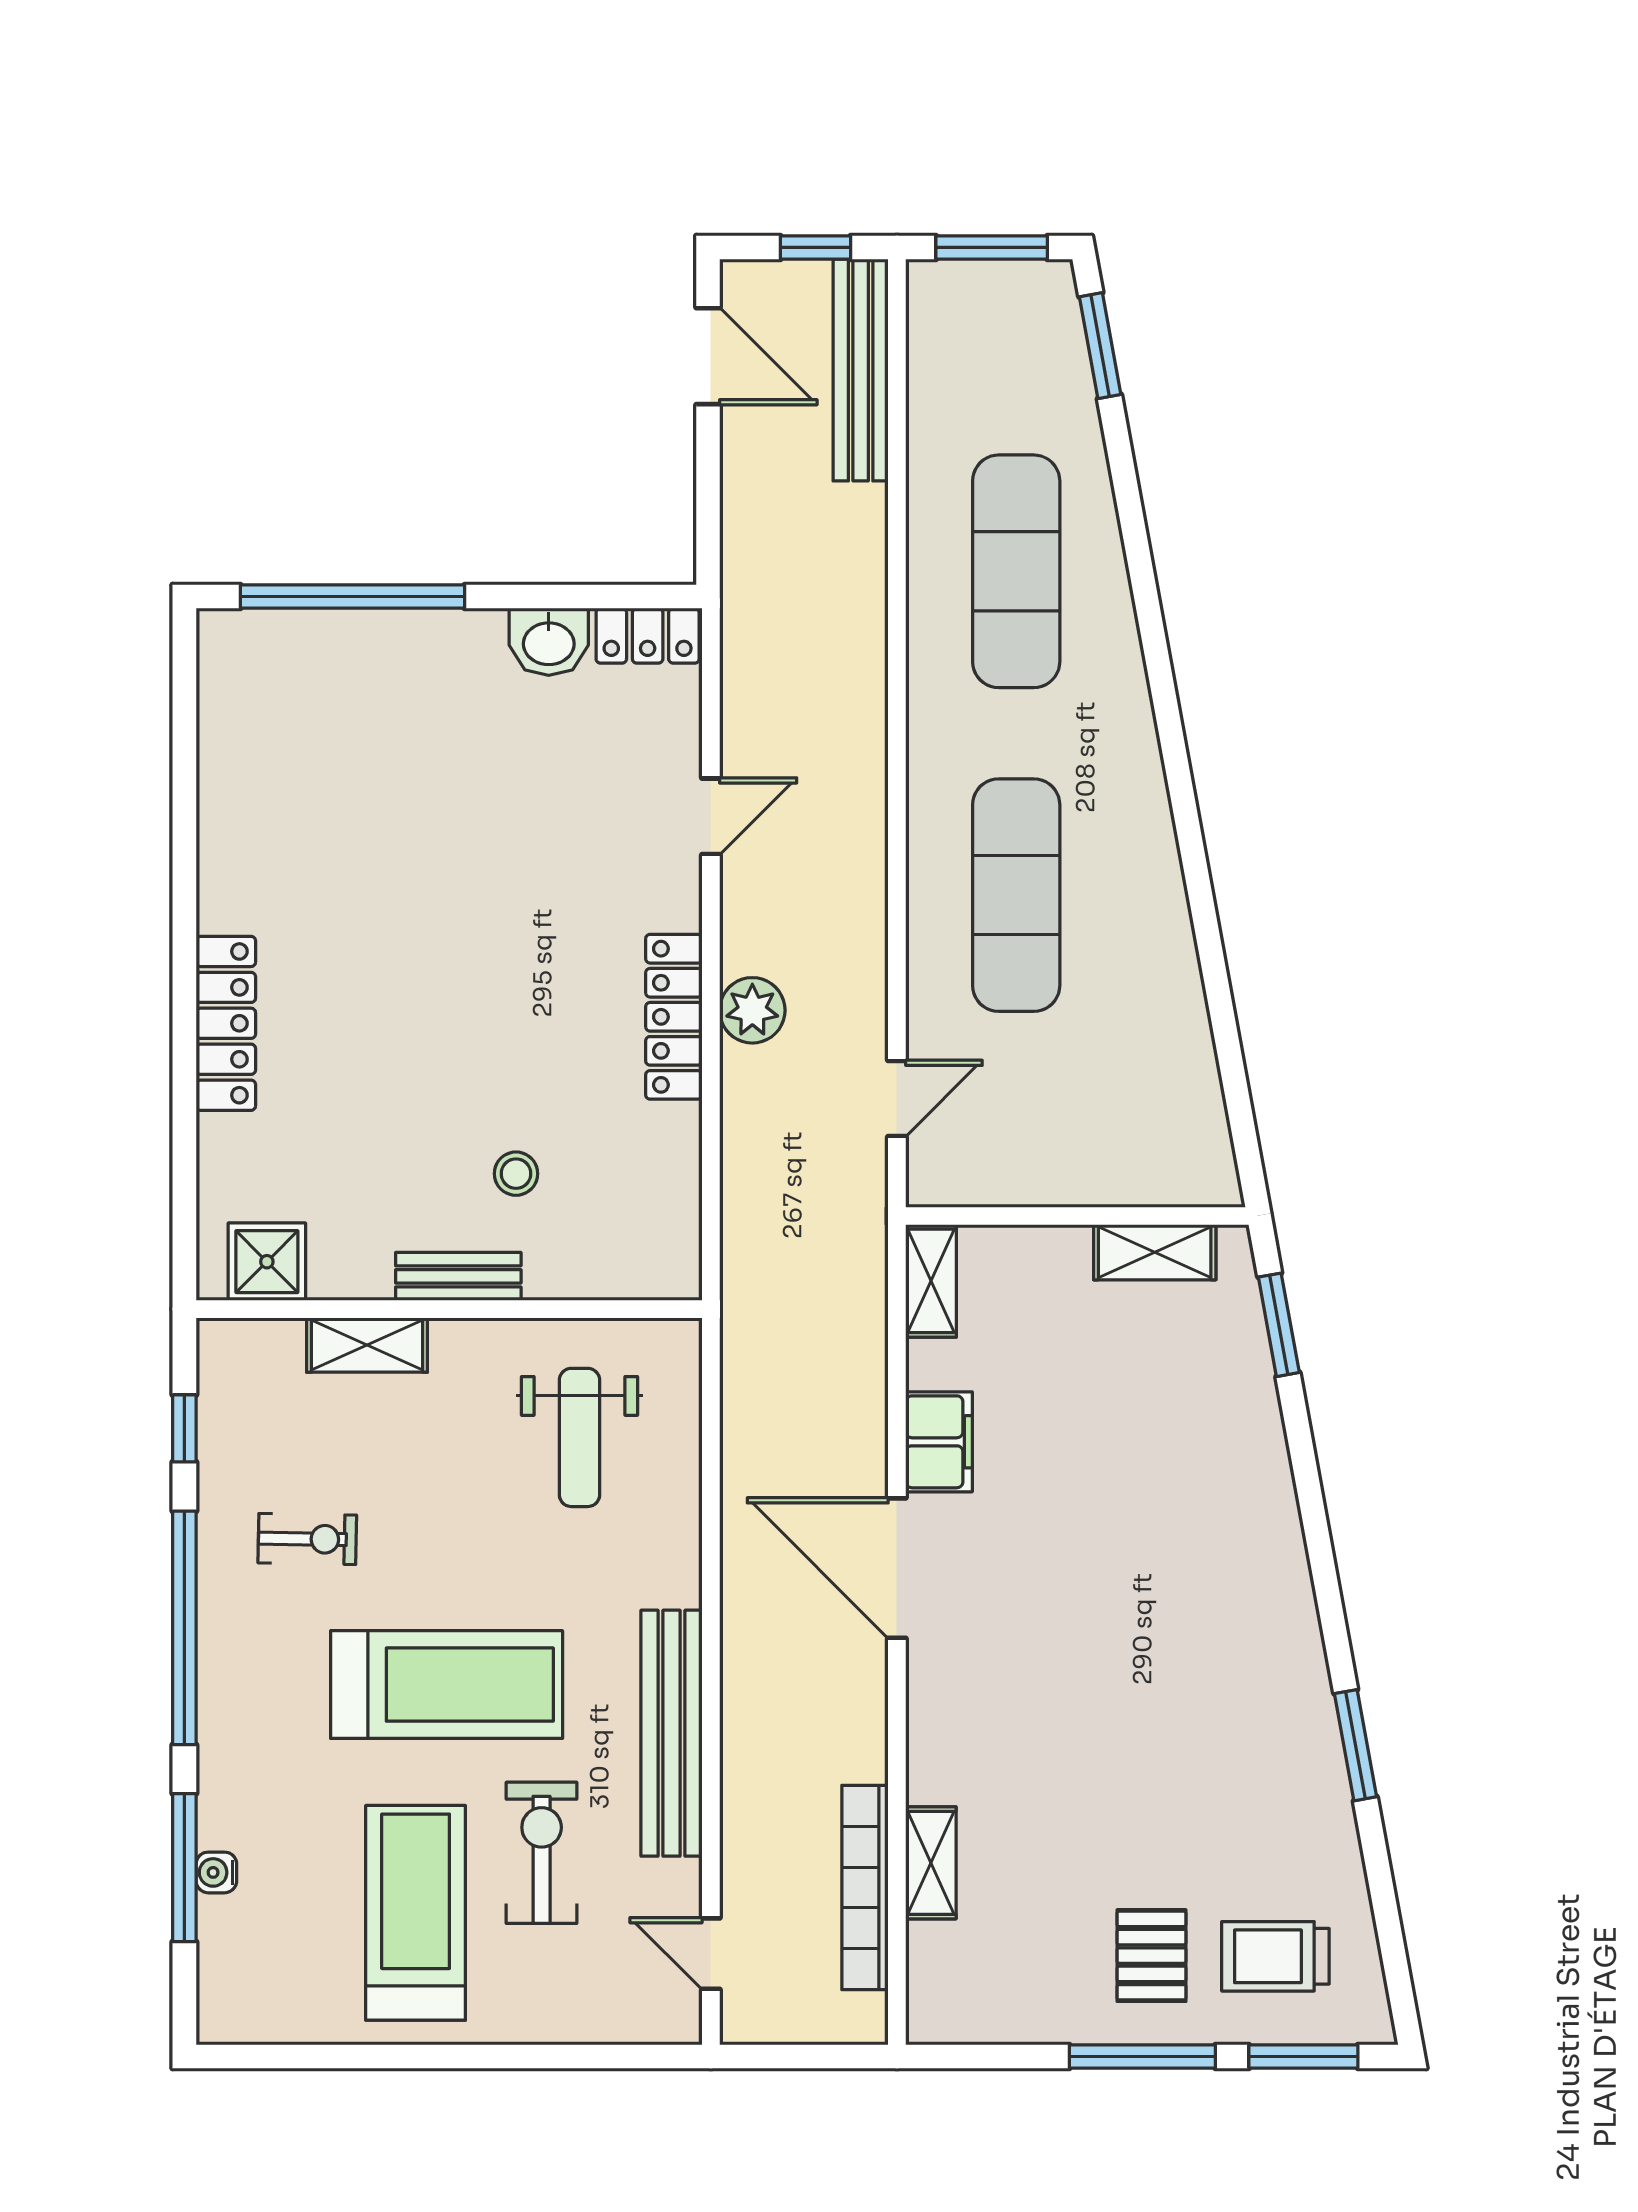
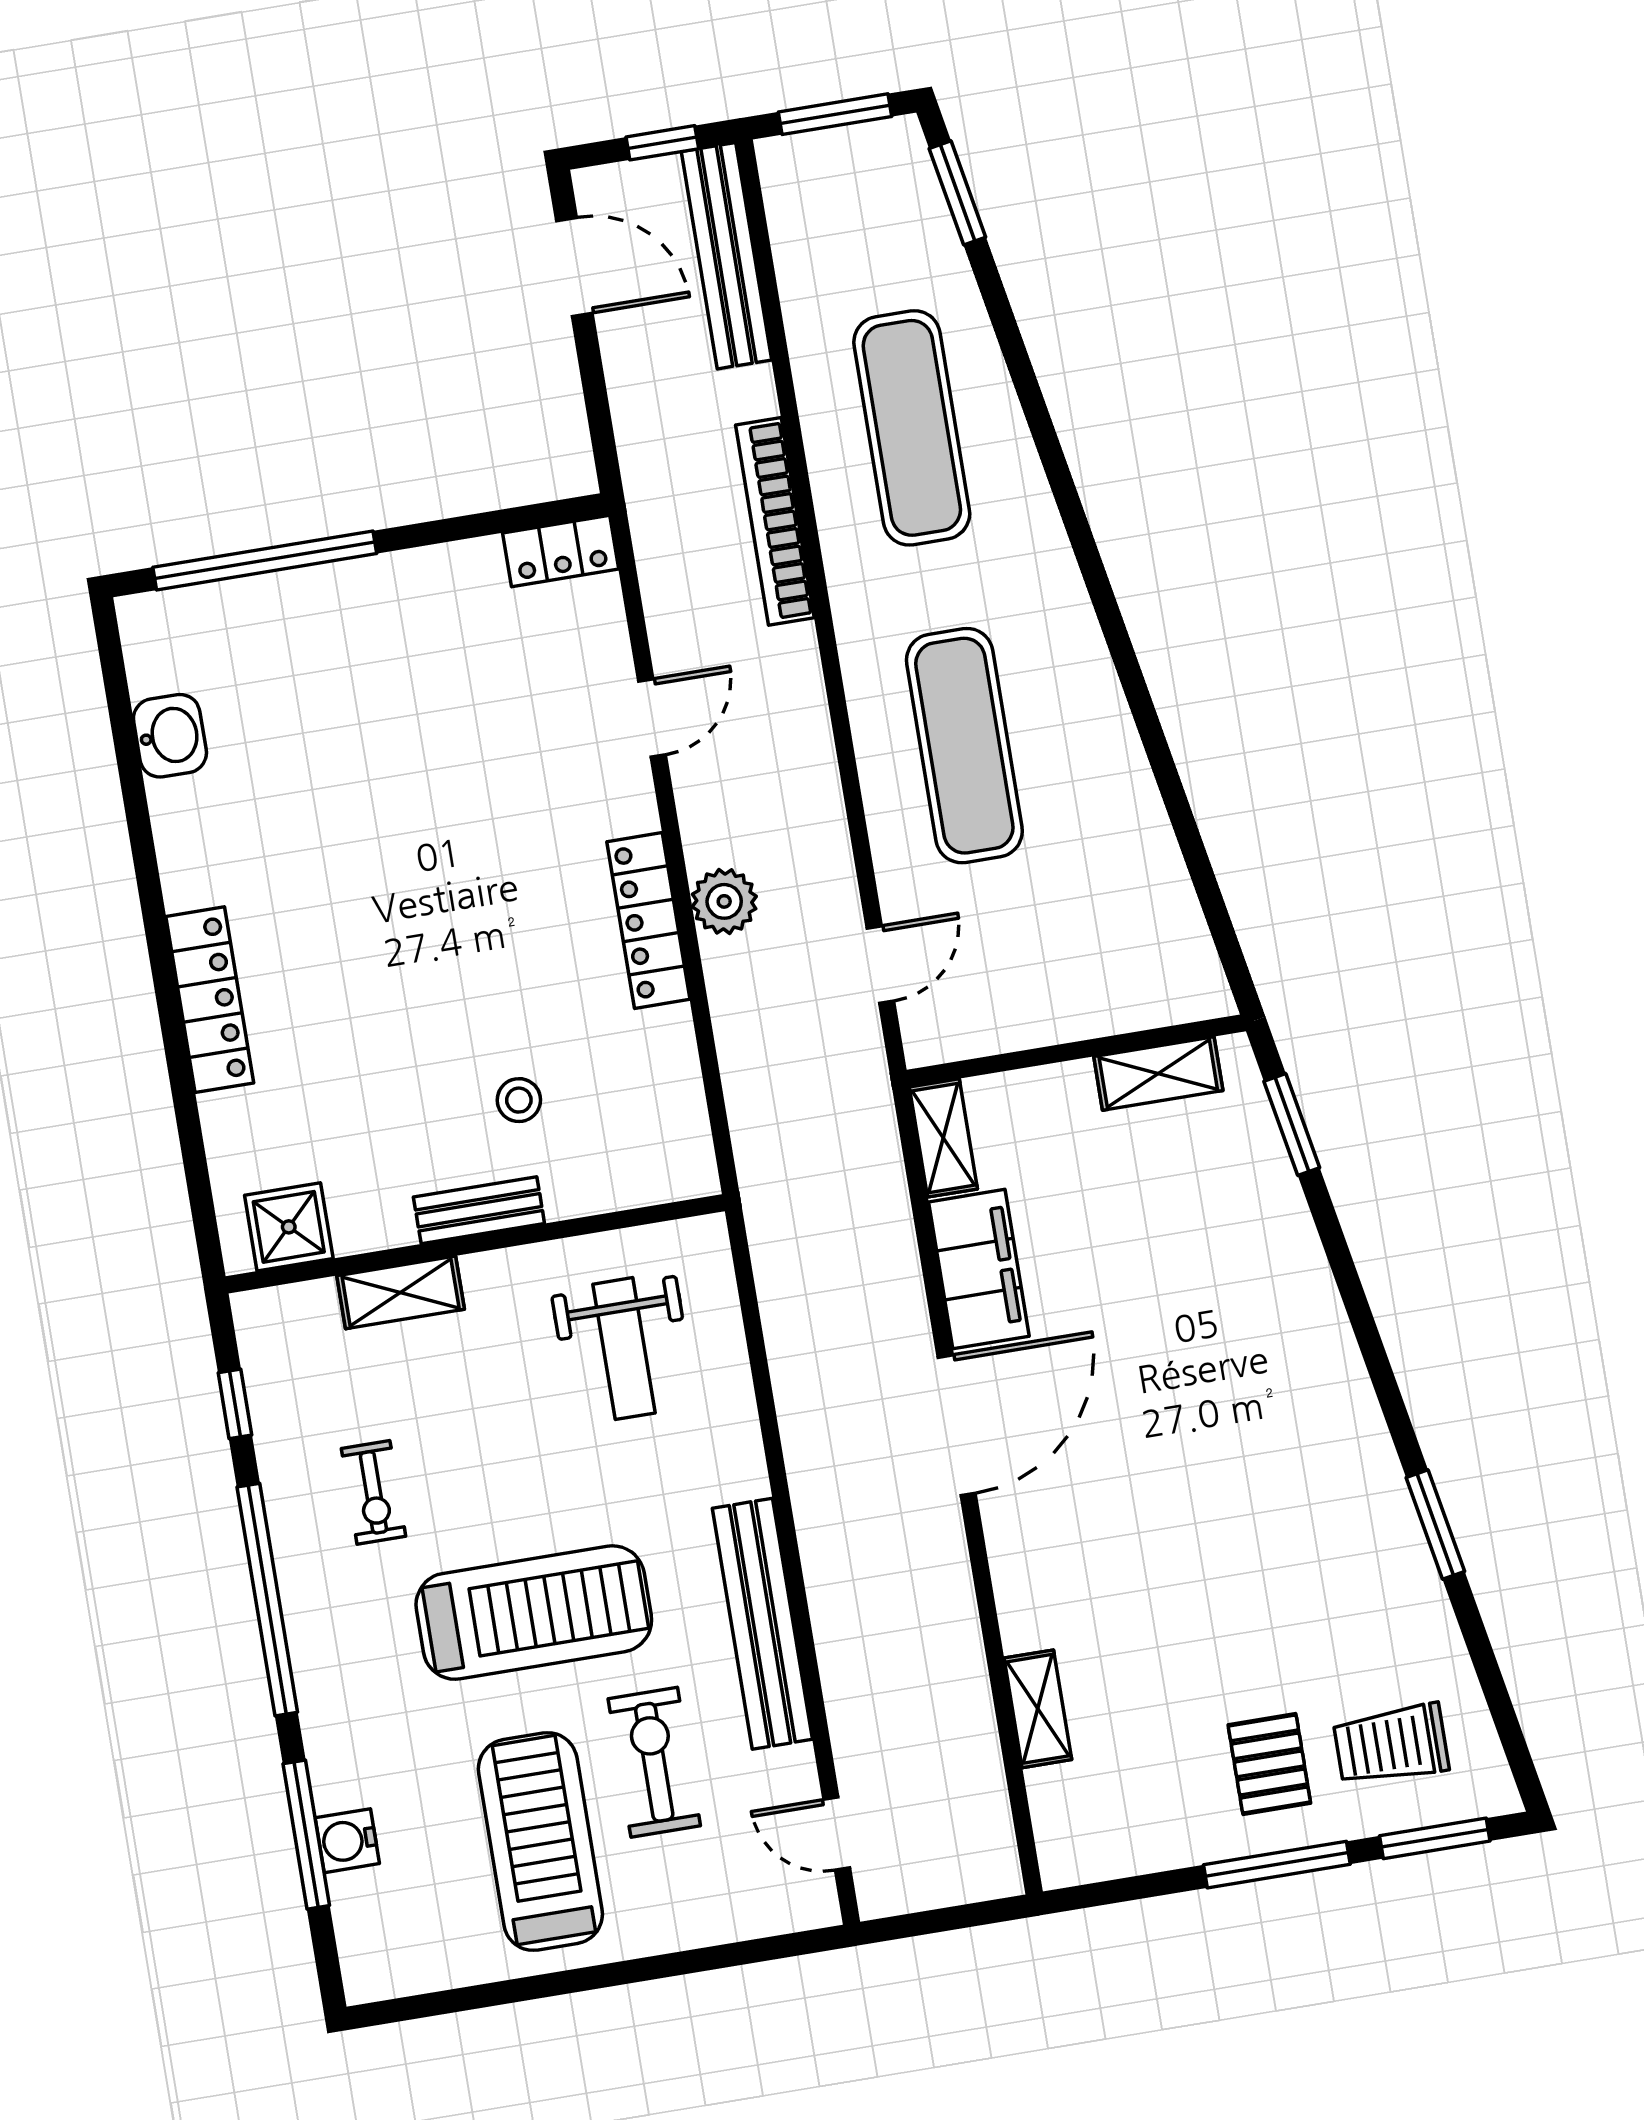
washbasin: (549, 642) -> (170, 736), moved, turned -90
filing cabinet: (939, 1442) -> (979, 1269), width x1.50, depth x1.17
exercise bike: (307, 1539) -> (373, 1492), turned 89
door: (897, 1568) -> (957, 1425), swing flipped
water cooler: (216, 1872) -> (347, 1841), width x1.38, depth x1.38
bookcase: (865, 1888) -> (775, 521), moved

